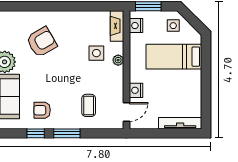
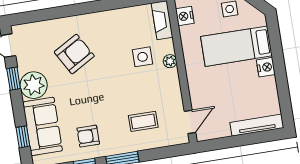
nightstand: (136, 90) -> (266, 67), moved, turned 180
coffee table: (89, 105) -> (143, 121), turned 90

